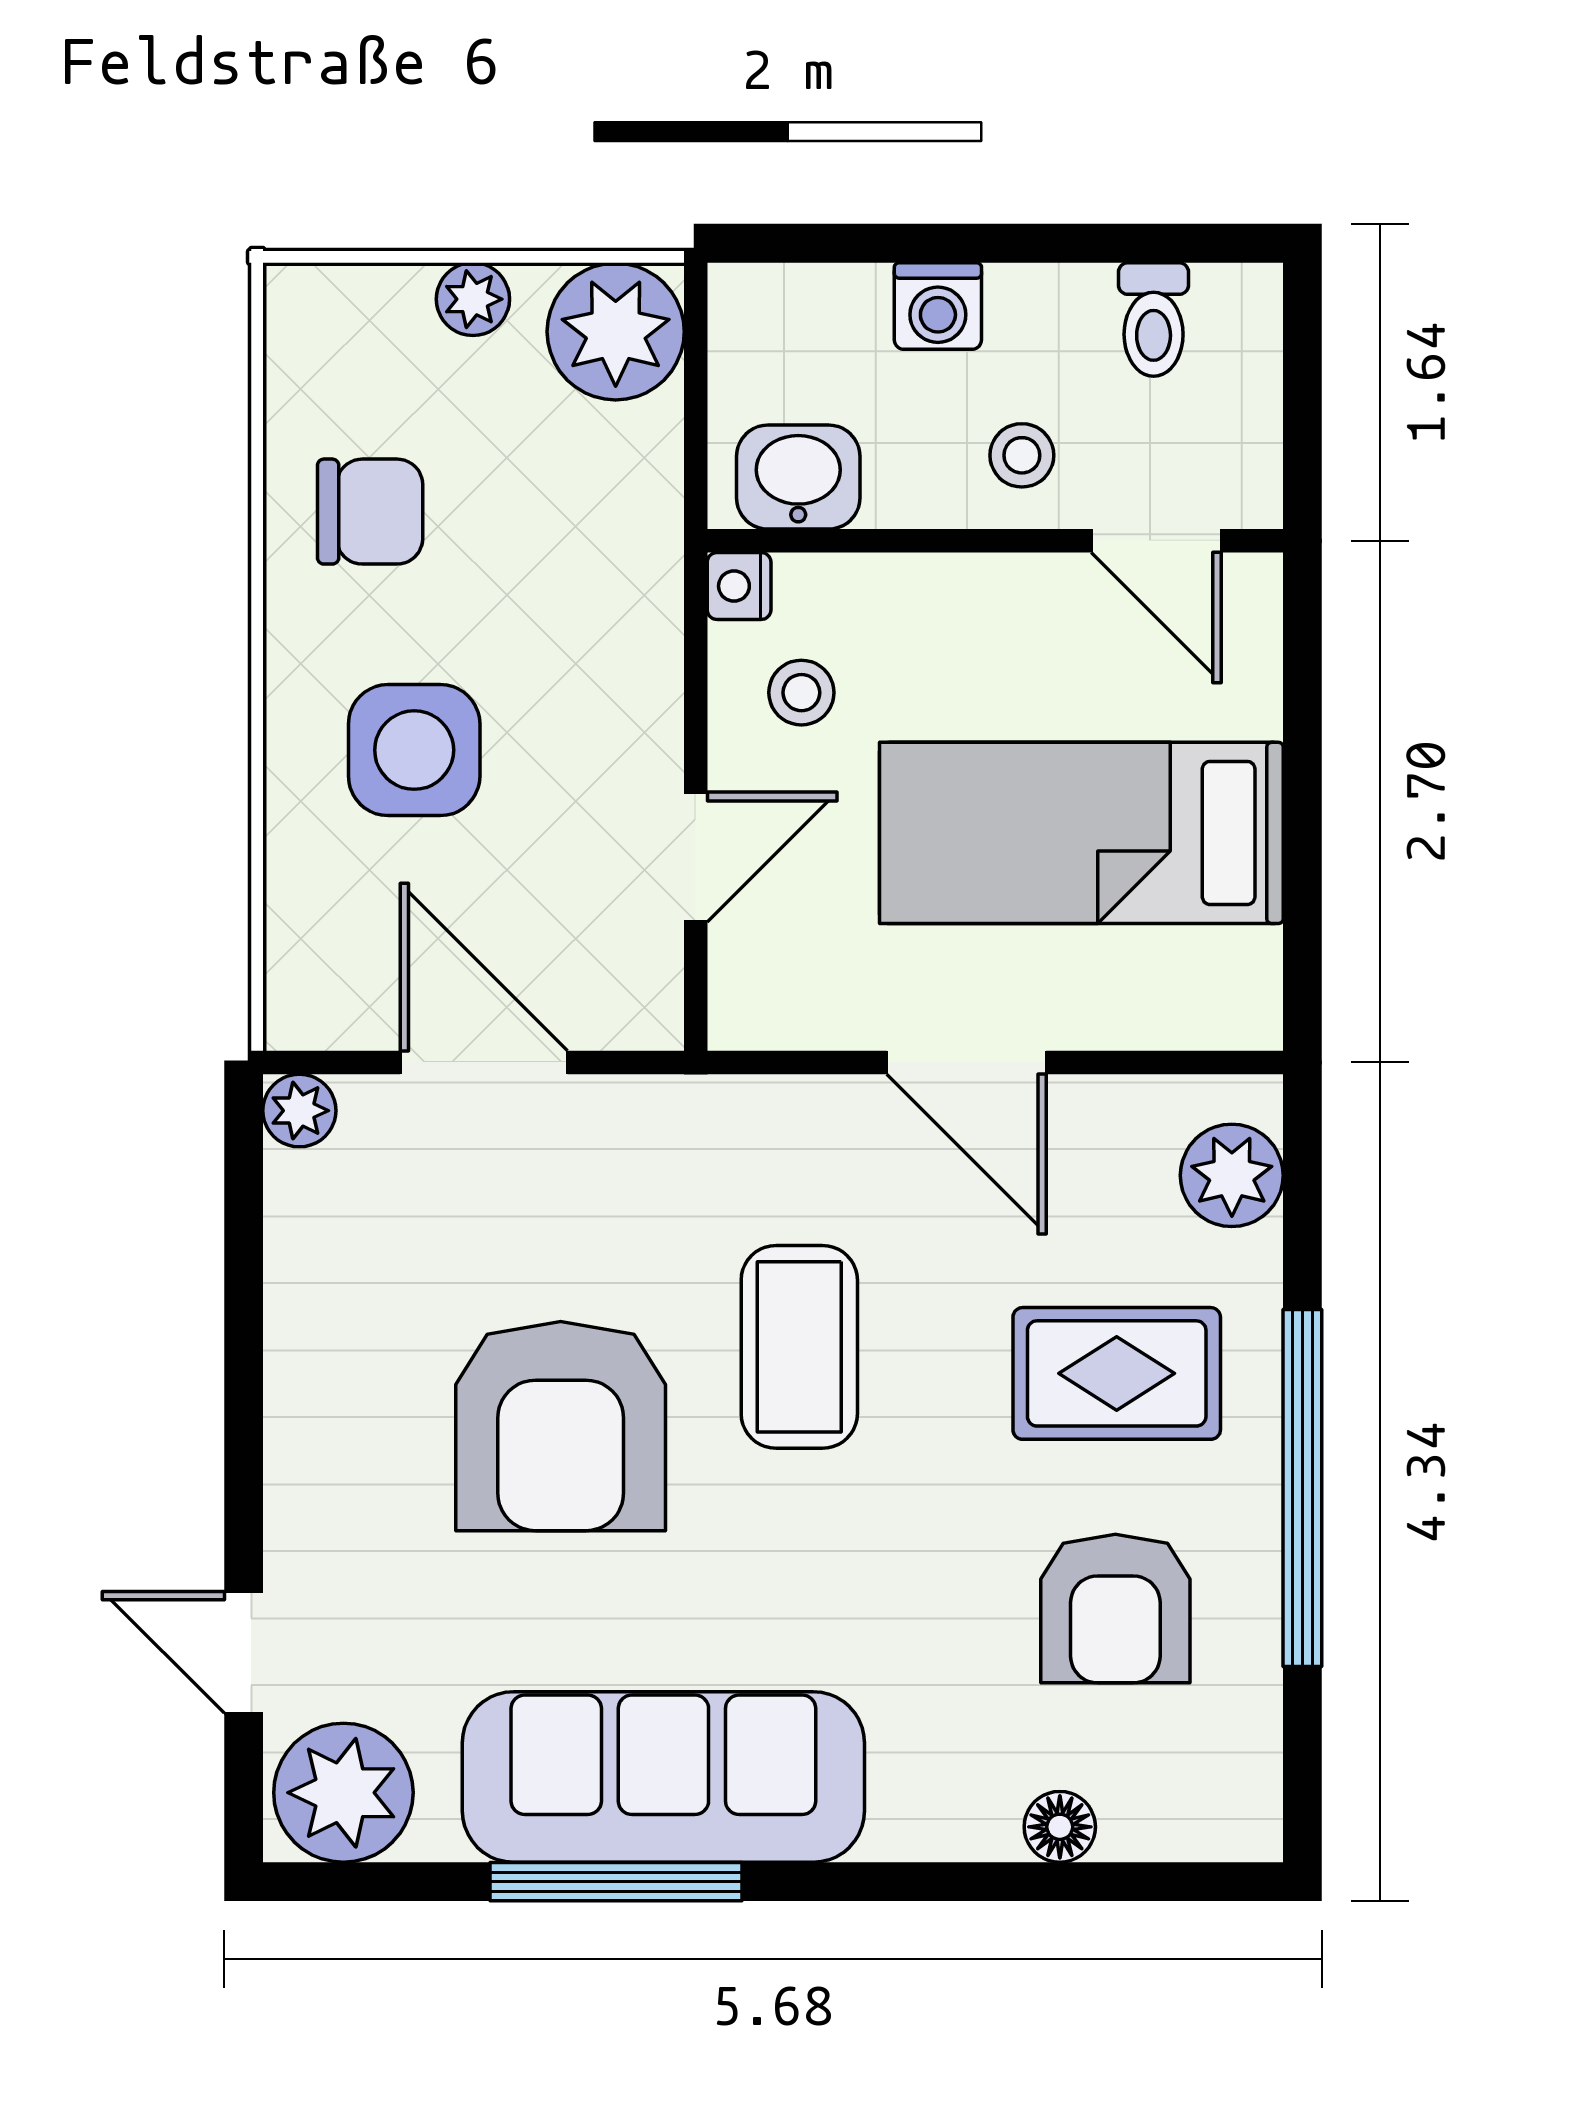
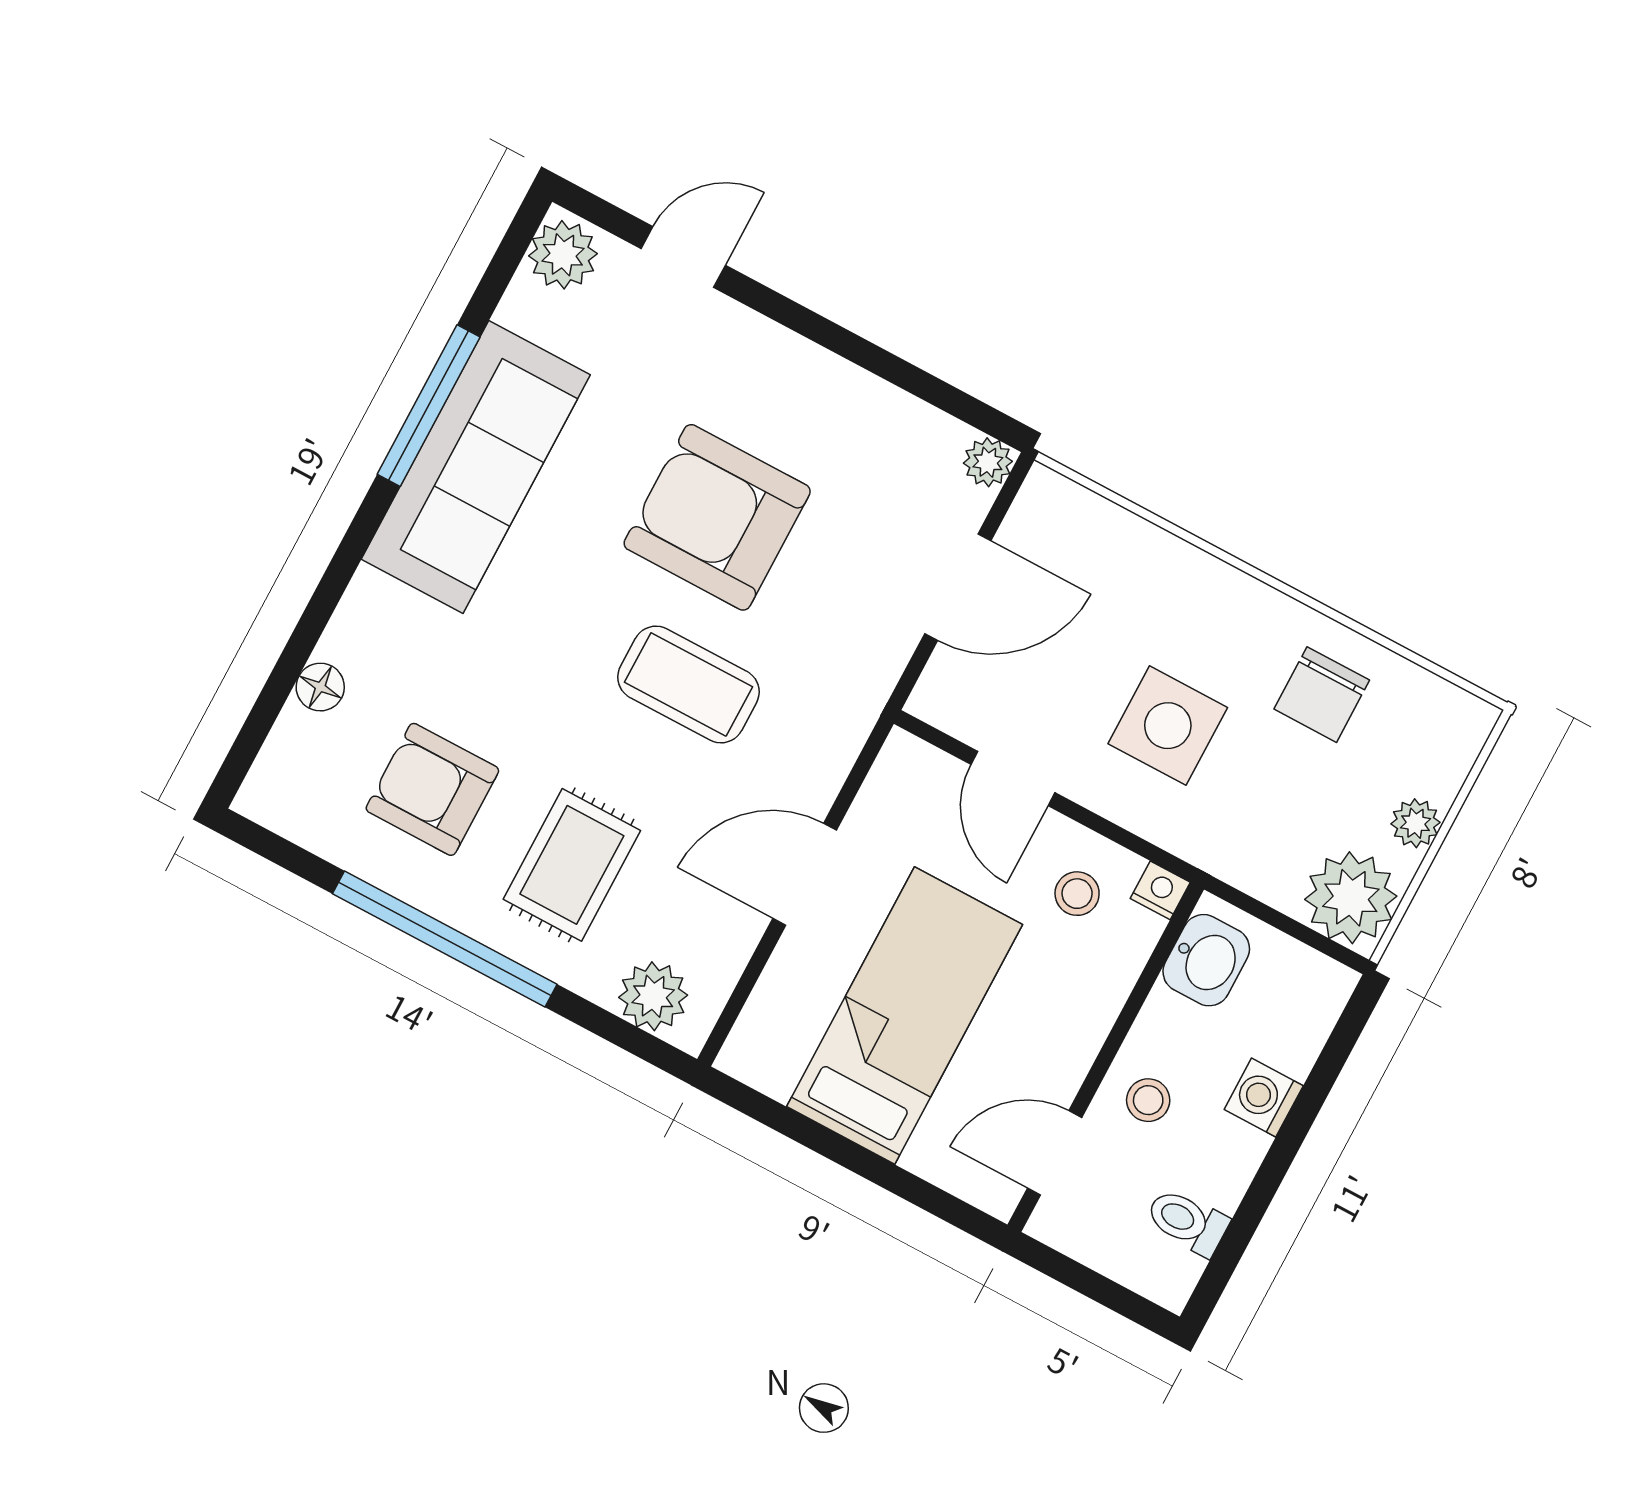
side table: (414, 750) -> (1168, 726), moved
plant: (343, 1793) -> (563, 255), width x0.73, depth x0.73

